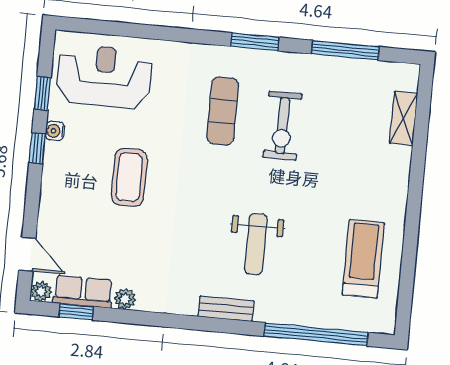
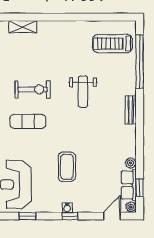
water cooler: (55, 131) -> (67, 208), moved
window: (37, 148) -> (70, 216), moved
coffee table: (129, 177) -> (67, 167), turned 90
weight bench: (256, 244) -> (83, 92), moved, turned 90
treadmill: (363, 259) -> (112, 44), moved

